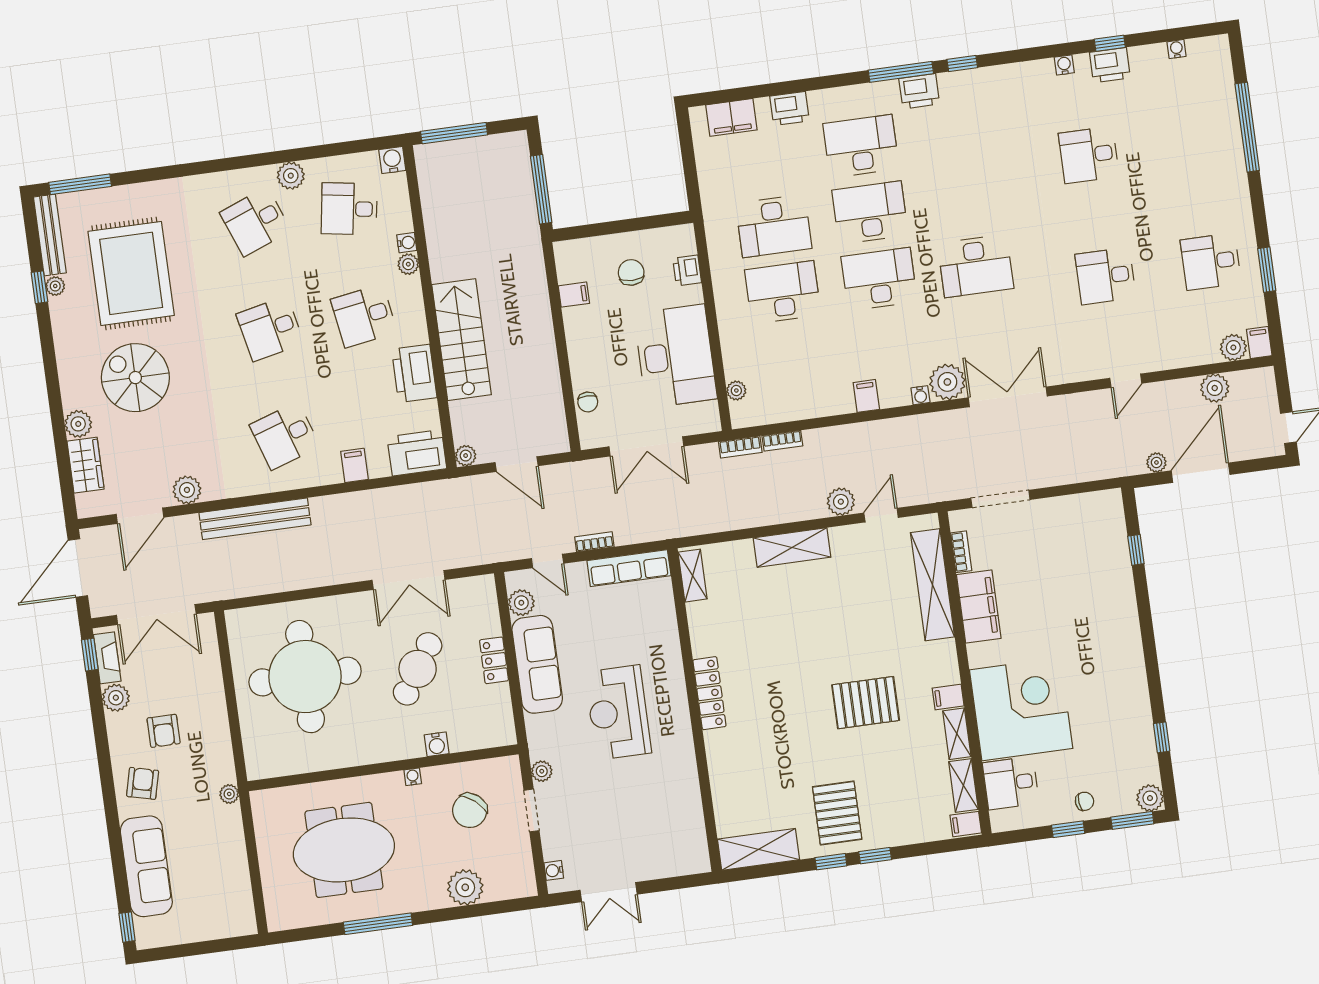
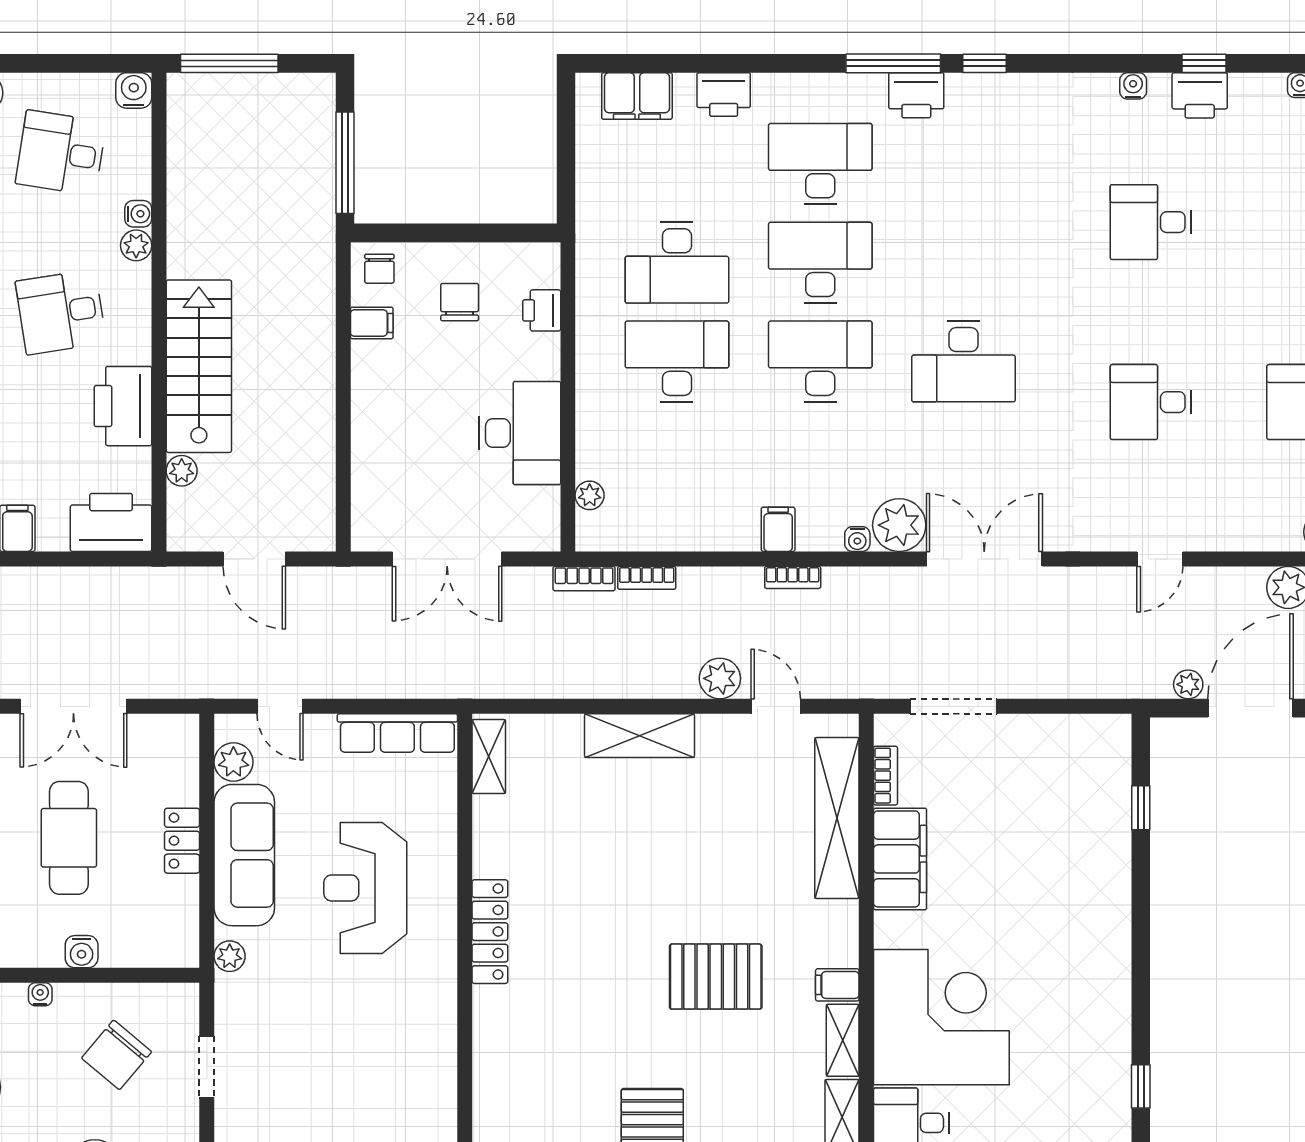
desk: (675, 356) -> (520, 433), width x0.73, depth x0.77
chair: (588, 402) -> (379, 269), moved
plant: (466, 456) -> (182, 471), moved
door: (881, 515) -> (776, 706), hinge flipped
bookcase: (594, 542) -> (793, 577), moved, turned 180
cafe table: (418, 669) -> (69, 838), turned -33
reception desk: (618, 712) -> (365, 888), moved
plant: (542, 771) -> (230, 956), moved

